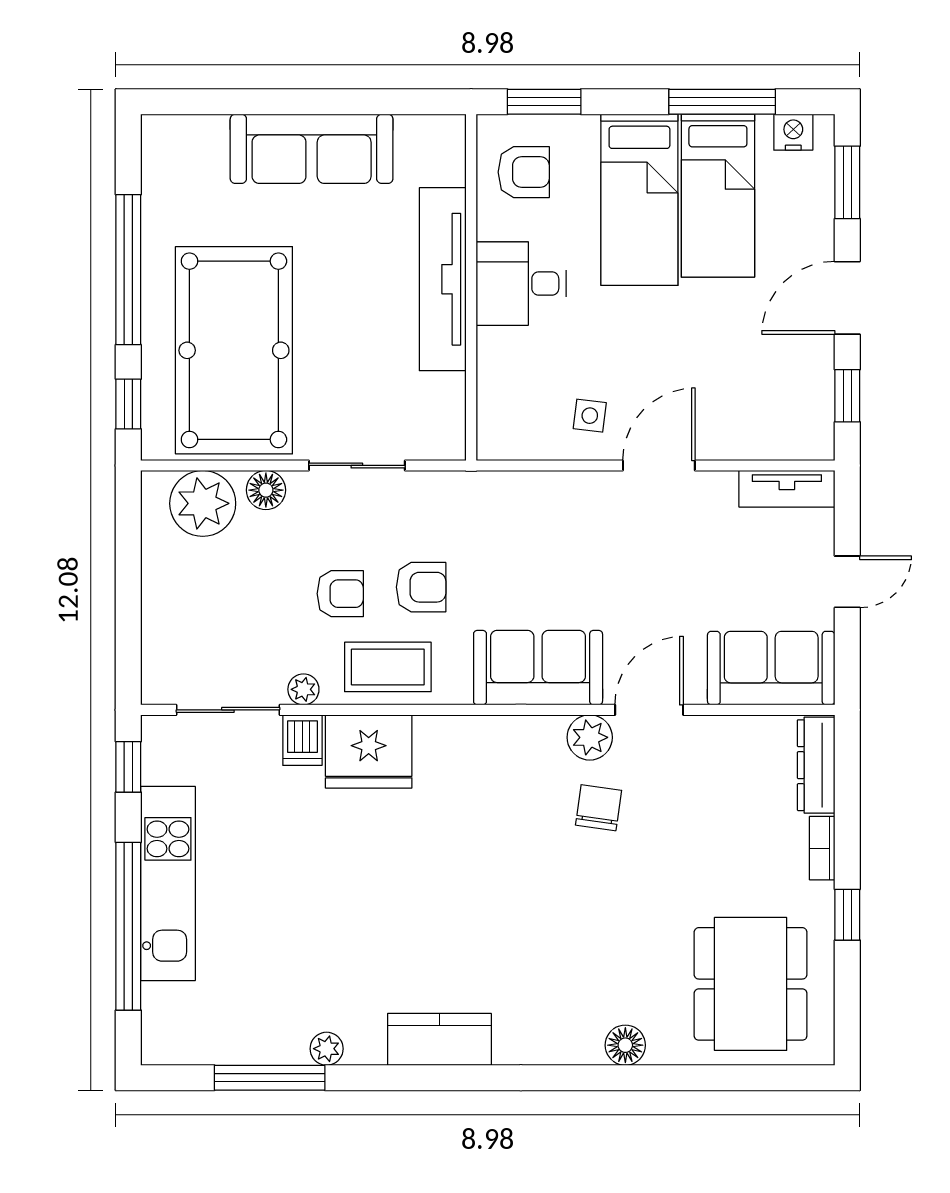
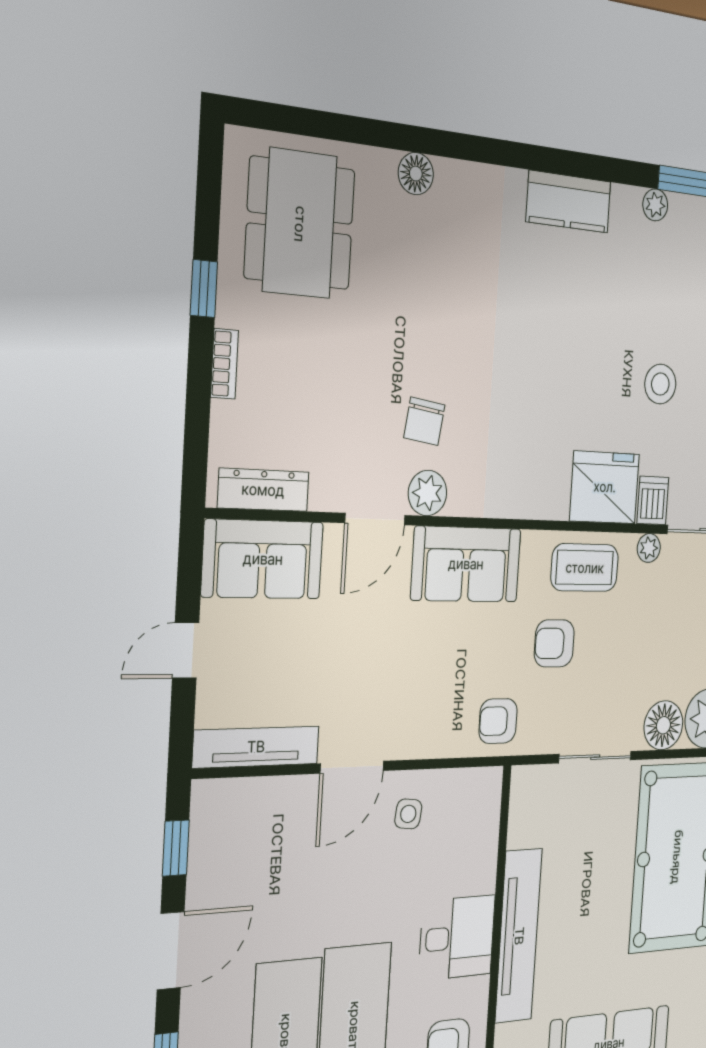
tv unit: (787, 489) -> (256, 747), width x1.41
floor lamp: (266, 490) -> (663, 725), width x1.38, depth x1.38
armchair: (340, 594) -> (498, 721), moved
dresser: (816, 765) -> (263, 490), moved, turned -90
stool: (303, 864) -> (660, 384), added

